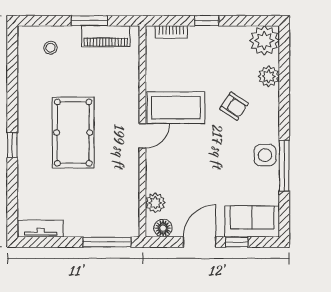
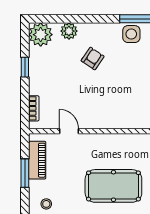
window: (206, 21) -> (25, 67), moved
coffee table: (176, 108) -> (94, 105), removed
door: (142, 136) -> (69, 131), moved

